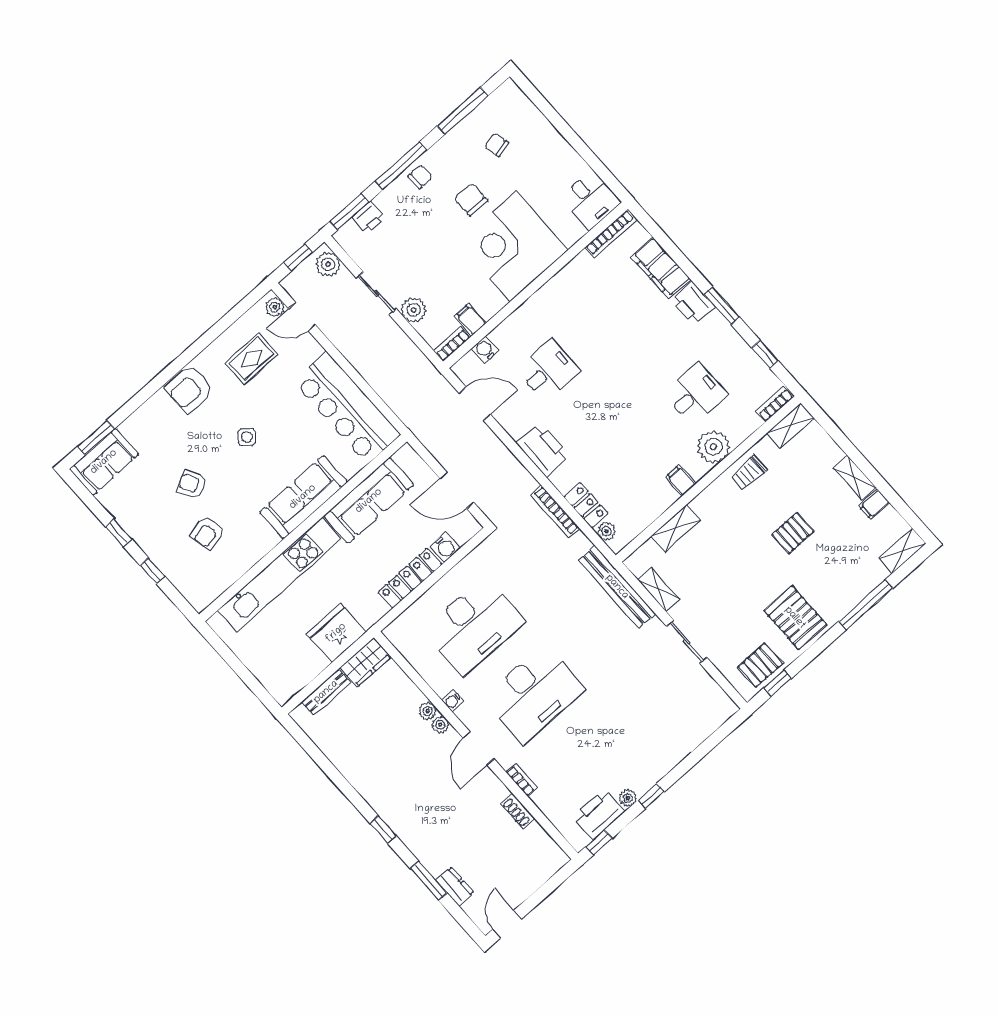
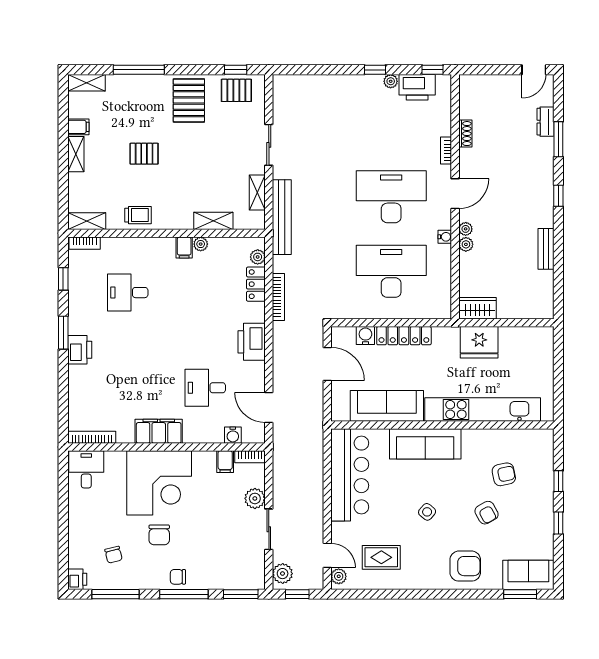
printer: (369, 217) -> (77, 579), moved, turned 90
filing cabinet: (661, 268) -> (159, 431), moved, turned -90
armchair: (190, 389) -> (465, 566), moved
plant: (713, 447) -> (201, 244), moved, width x0.53, depth x0.53
bench: (326, 692) -> (546, 249), moved, turned 90

